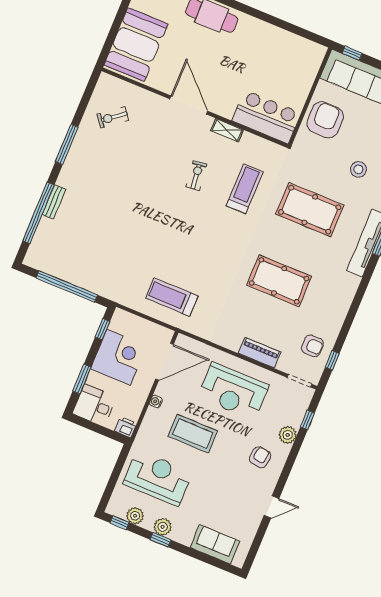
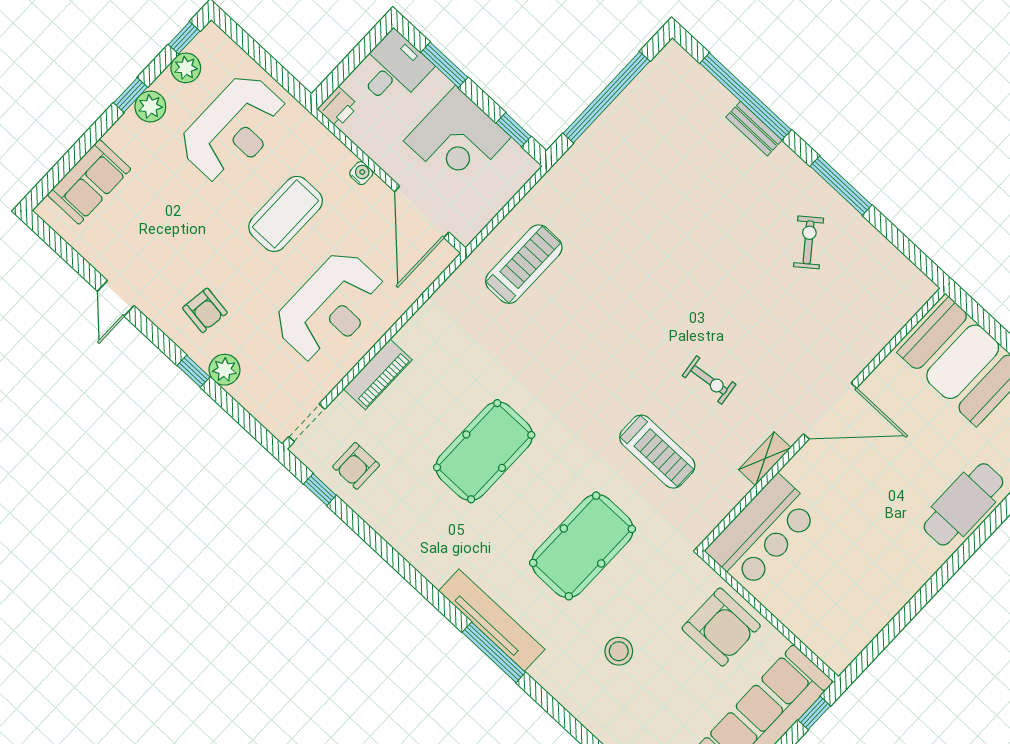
exercise bike: (113, 117) -> (809, 242), moved
reception desk: (233, 391) -> (330, 307), turned 180
window: (308, 420) -> (193, 371), moved

